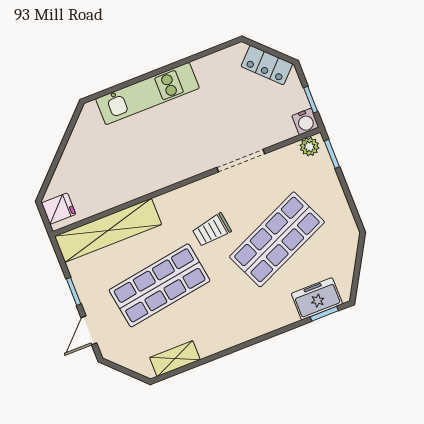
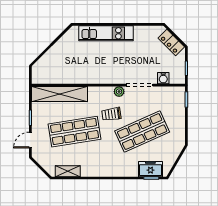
water cooler: (305, 121) -> (163, 78), moved
plant: (309, 147) -> (119, 92), moved
fridge: (59, 209) -> (39, 73), removed

